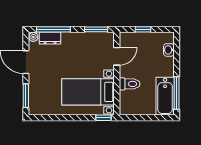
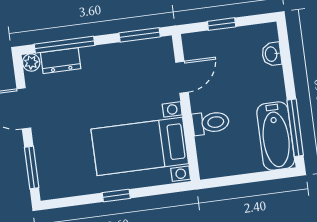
window: (103, 118) -> (116, 195), moved

